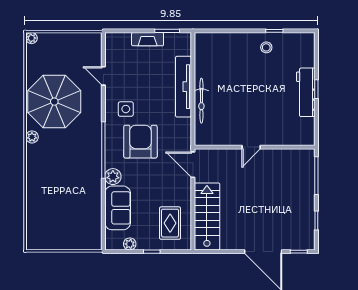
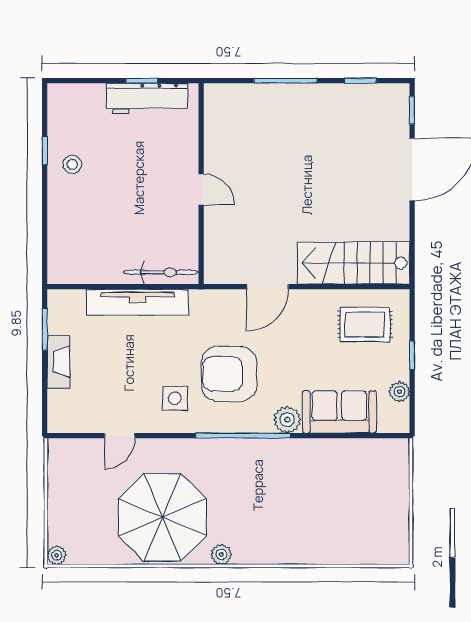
door: (251, 147) -> (201, 189), moved
wall: (255, 147) -> (201, 184), moved

